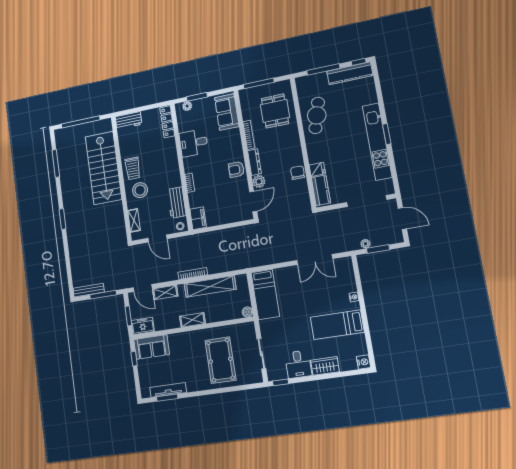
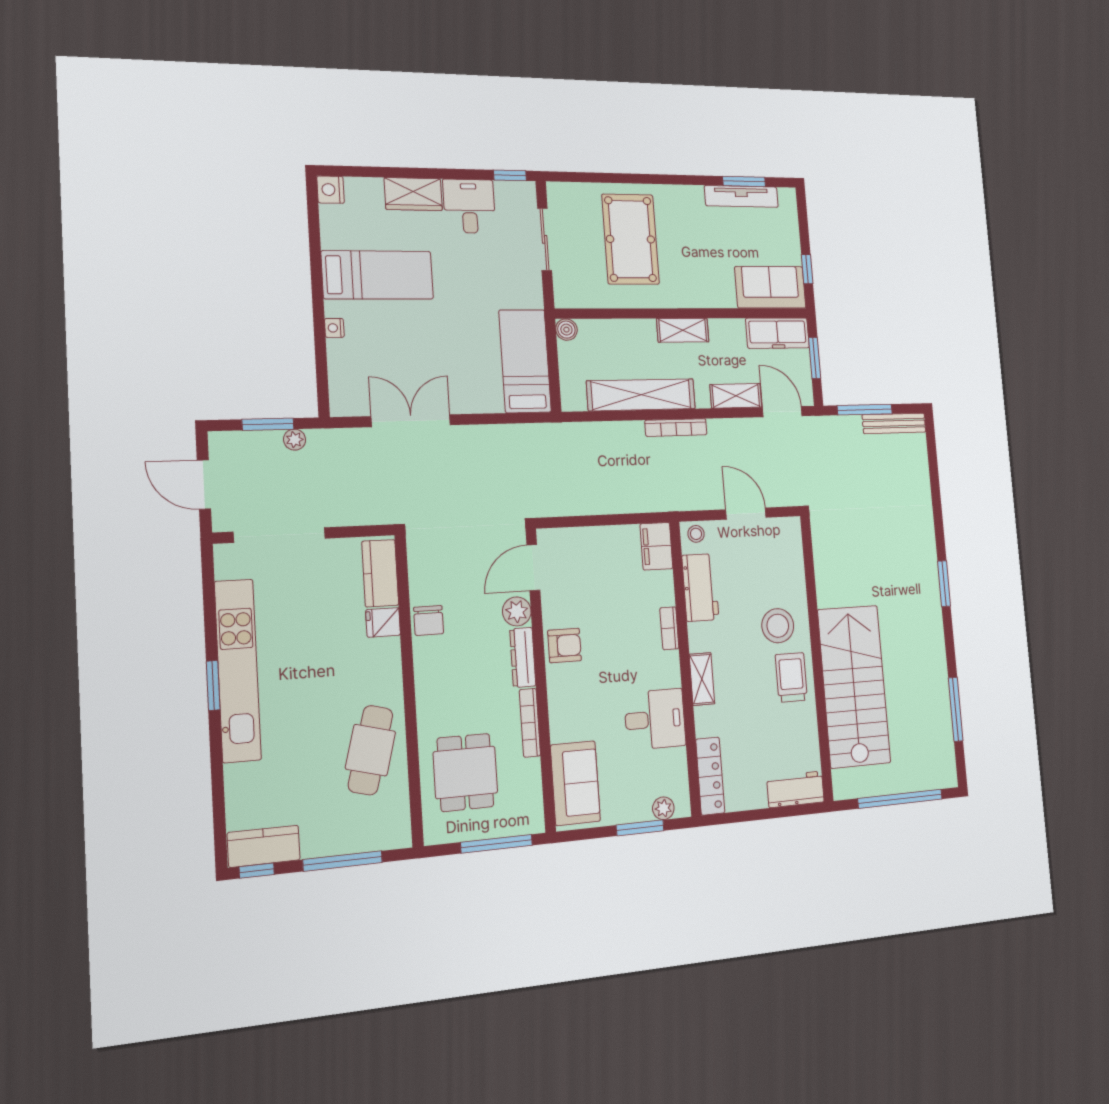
kitchen counter: (350, 73) -> (264, 846), width x0.67
shelving: (134, 220) -> (702, 679), moved
freezer: (143, 326) -> (777, 333), width x1.40

